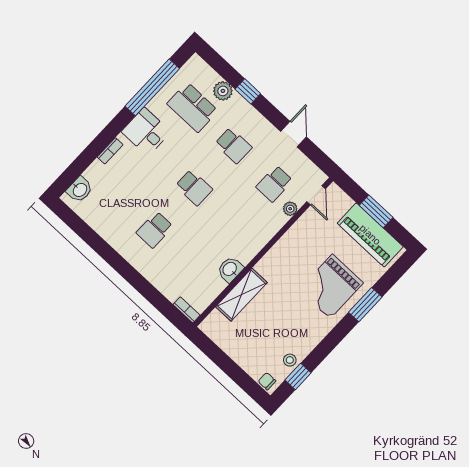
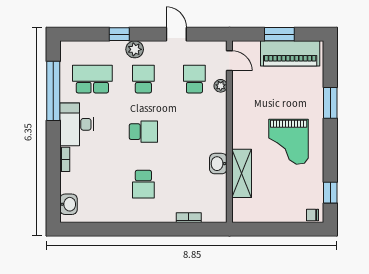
plant: (223, 91) -> (135, 49), moved
school desk: (193, 107) -> (92, 79), turned 180
desk: (146, 132) -> (77, 124), width x1.37
school desk: (233, 145) -> (143, 79), turned -90
school desk: (274, 184) -> (194, 79), turned 180
grand piano: (331, 286) -> (289, 142), moved
bookcase: (187, 310) -> (189, 218), moved
stool: (290, 360) -> (315, 187), removed

